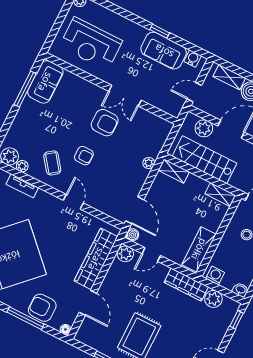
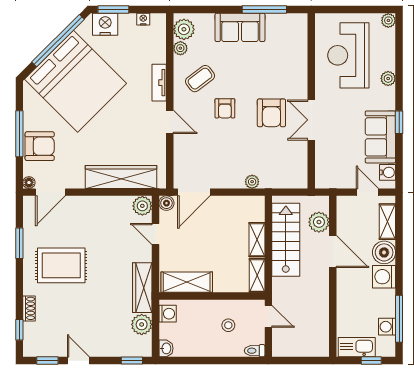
plant: (123, 23) -> (388, 78), added
sofa: (45, 82) -> (240, 27), moved
door: (194, 92) -> (367, 192), moved
shelving: (174, 171) -> (257, 240), moved
tv unit: (22, 186) -> (159, 83), moved
door: (73, 202) -> (170, 122), hinge flipped
door: (88, 303) -> (50, 192), moved
armchair: (42, 308) -> (40, 146), turned 90

